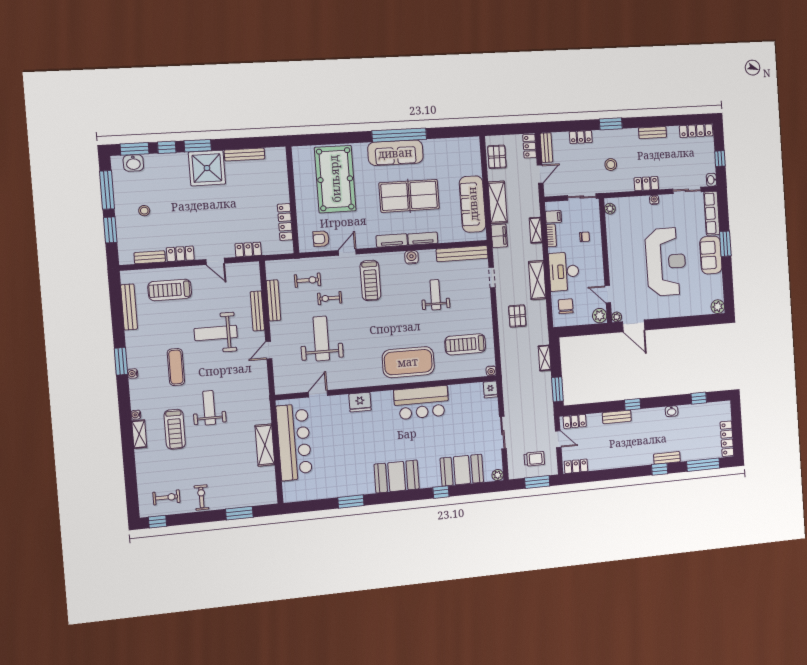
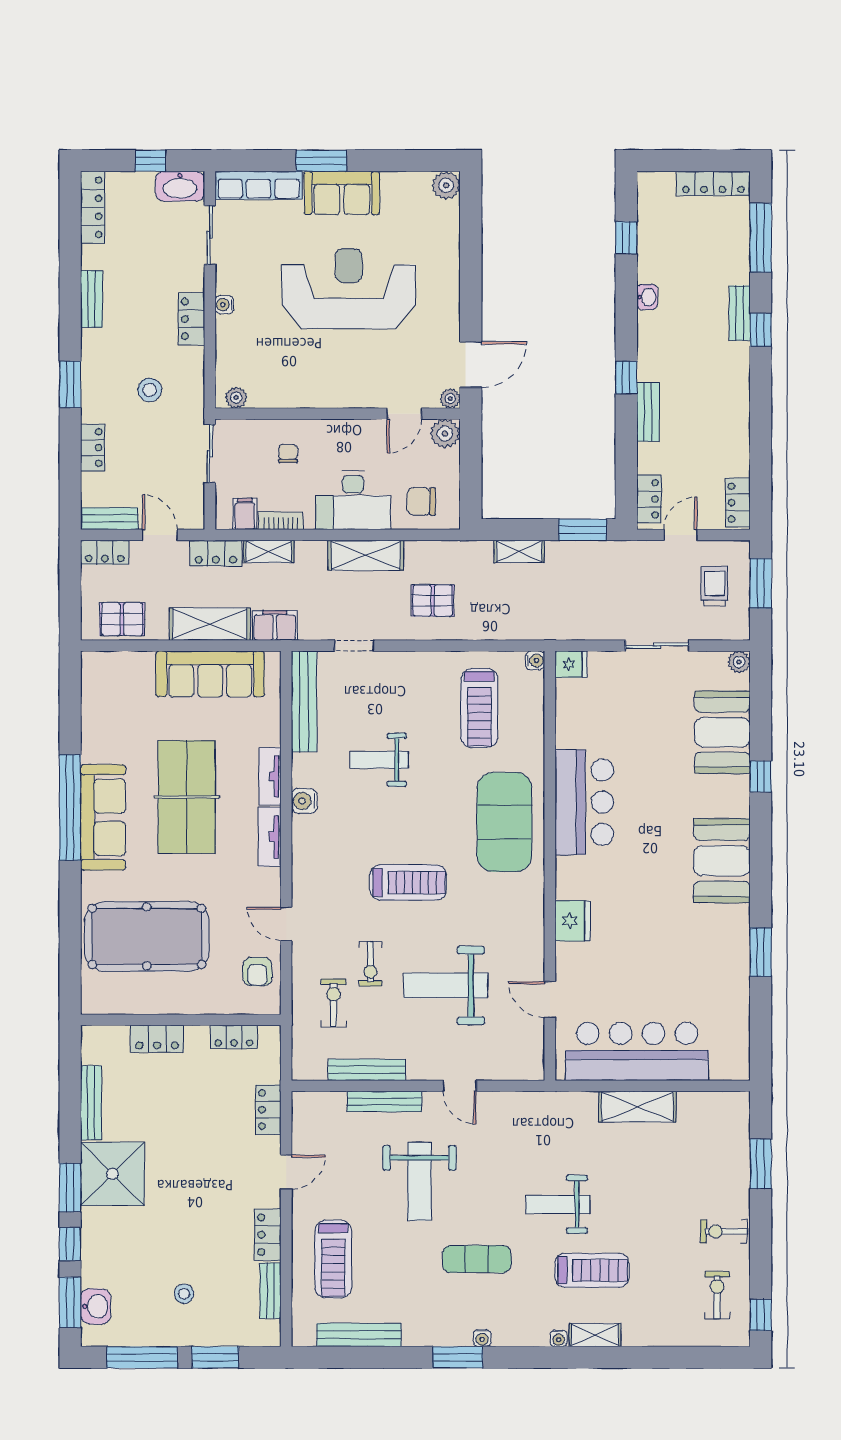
washbasin: (711, 180) -> (180, 186), width x1.91, depth x1.45
locker: (282, 188) -> (157, 1039), added
locker: (533, 203) -> (216, 553), added
locker: (285, 222) -> (234, 1037), width x0.66
treadmill: (370, 280) -> (408, 883), moved

